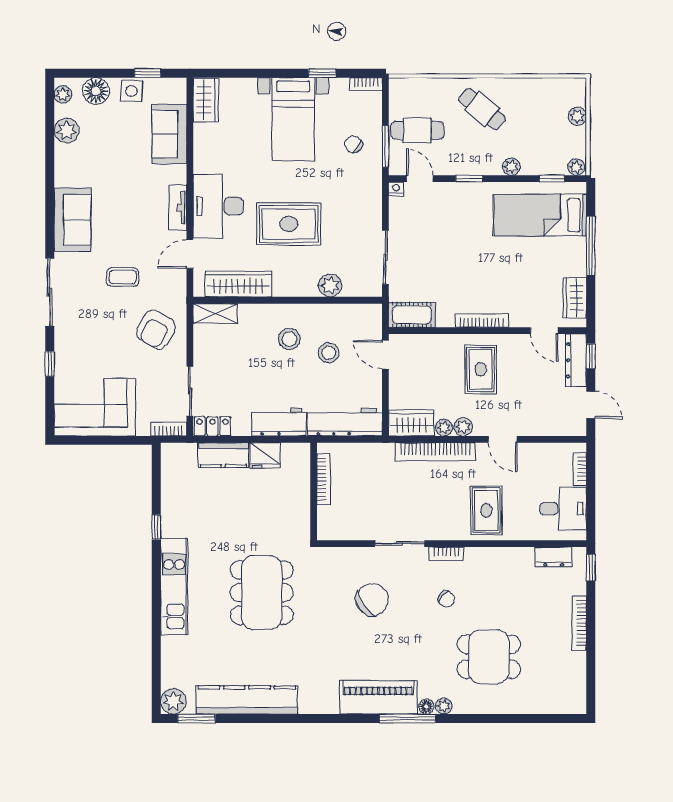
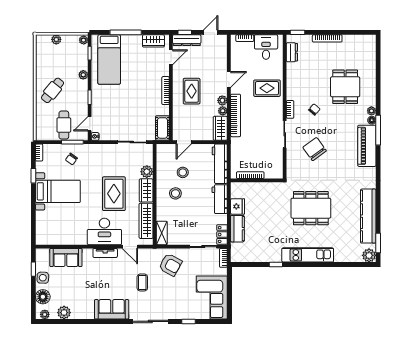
wardrobe: (206, 100) -> (146, 190), moved, turned -90
rug: (481, 369) -> (192, 91), turned 90

